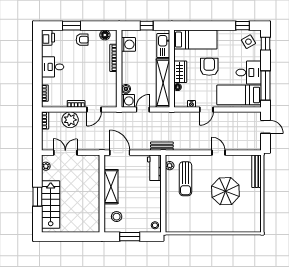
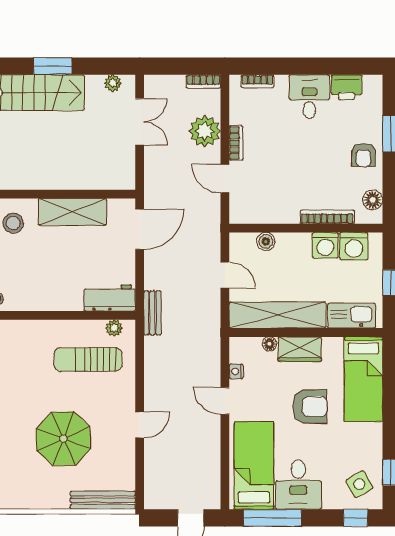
printer: (48, 38) -> (347, 87), moved
washing machine: (128, 101) -> (325, 245), moved

